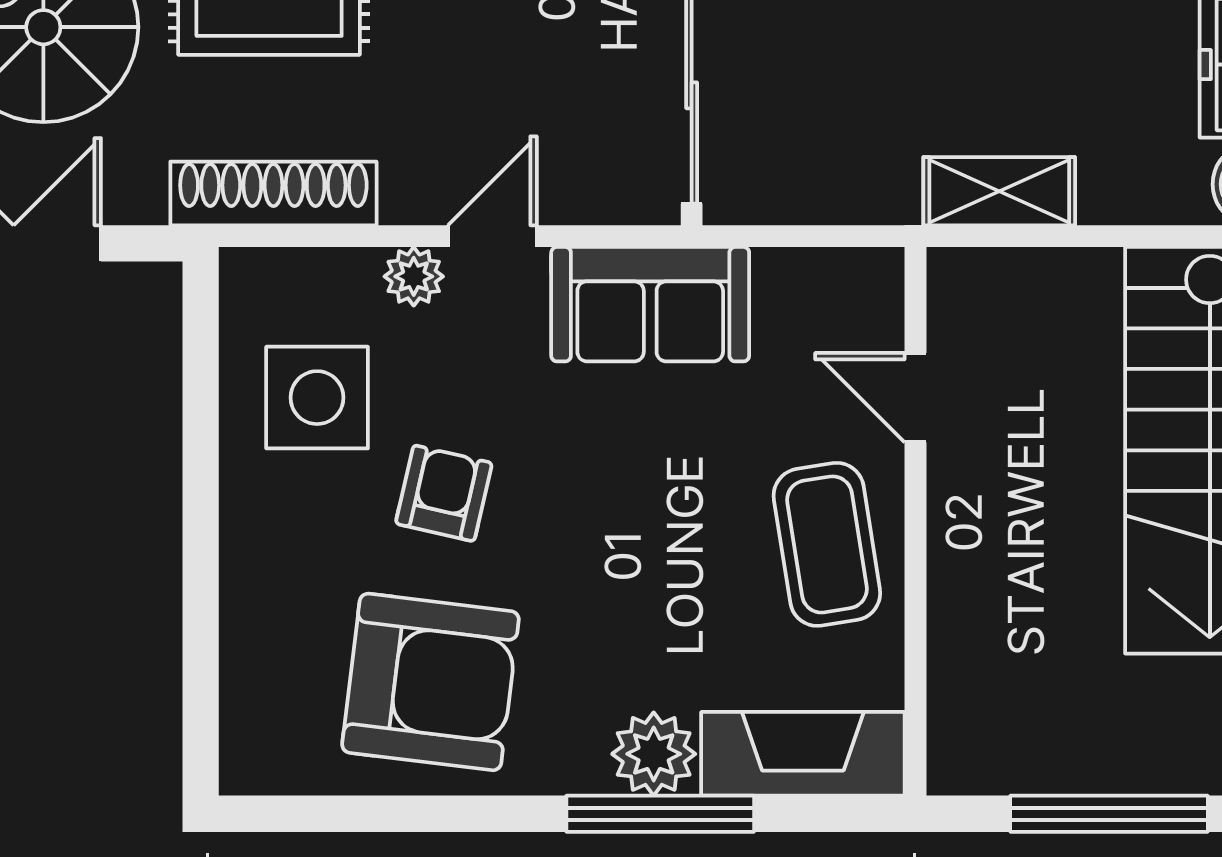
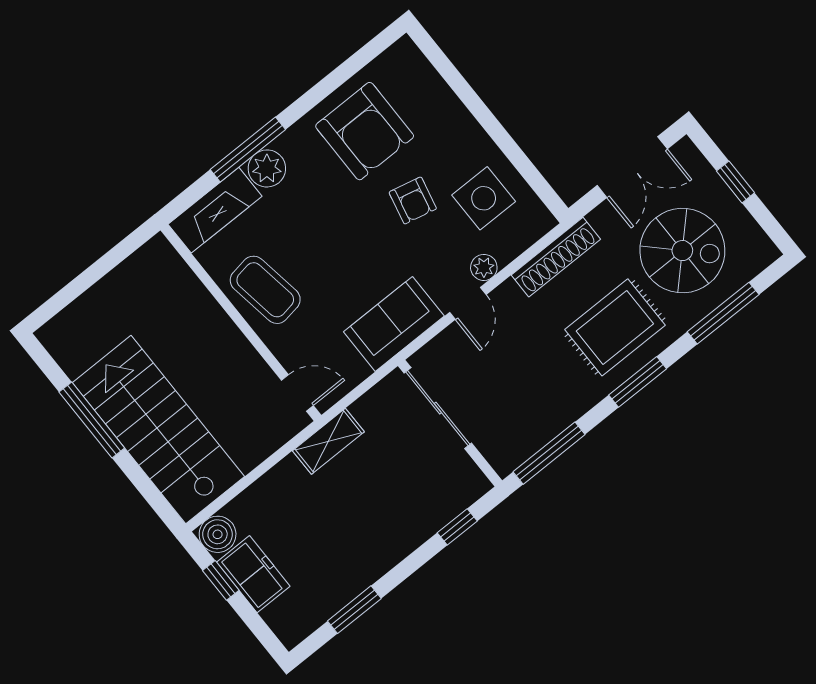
shelving: (999, 191) -> (328, 441), moved
door: (915, 398) -> (297, 393), moved
armchair: (430, 682) -> (365, 131), turned -97
window: (1109, 814) -> (92, 275), removed

